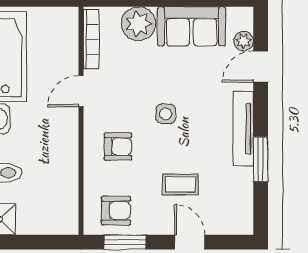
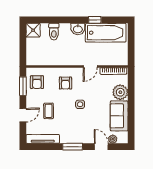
door: (81, 91) -> (90, 67), swing flipped
tv unit: (243, 129) -> (43, 139), moved
window: (261, 159) -> (73, 147), moved

